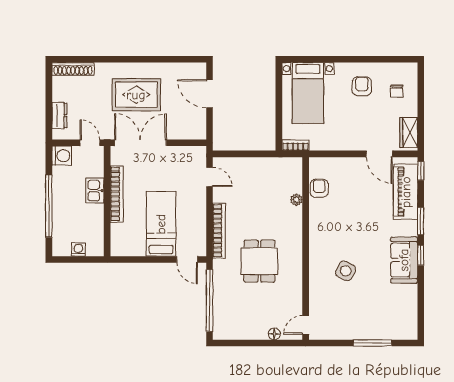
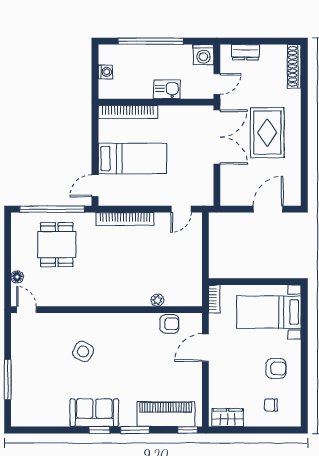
door: (379, 154) -> (205, 348), moved
bookcase: (117, 194) -> (128, 112), moved
dining table: (259, 261) -> (57, 245), moved, turned 90

